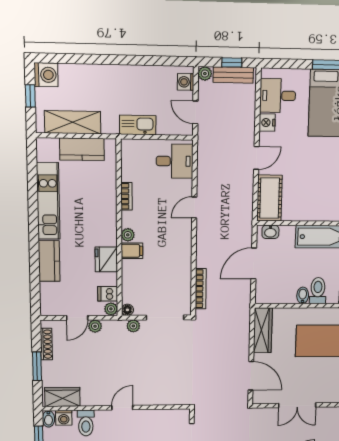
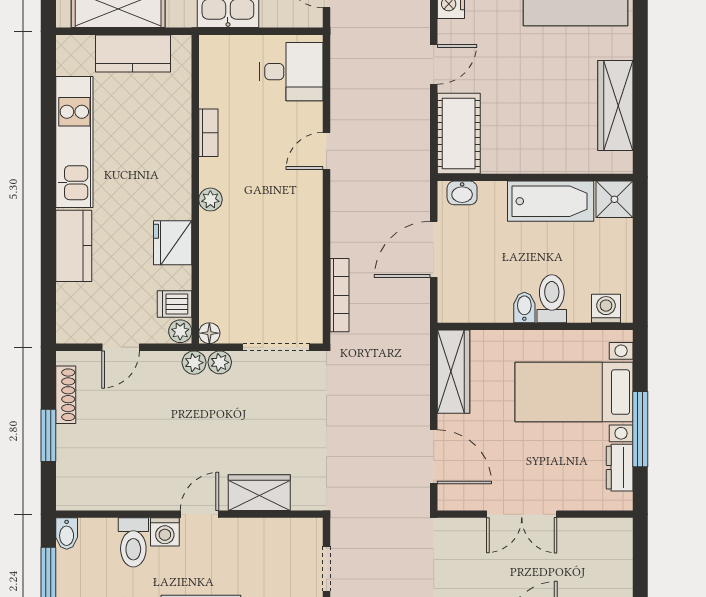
filing cabinet: (132, 251) -> (217, 227), removed
plant: (95, 326) -> (194, 363), moved
wardrobe: (62, 397) -> (259, 493), moved
washing machine: (64, 418) -> (165, 532), moved

